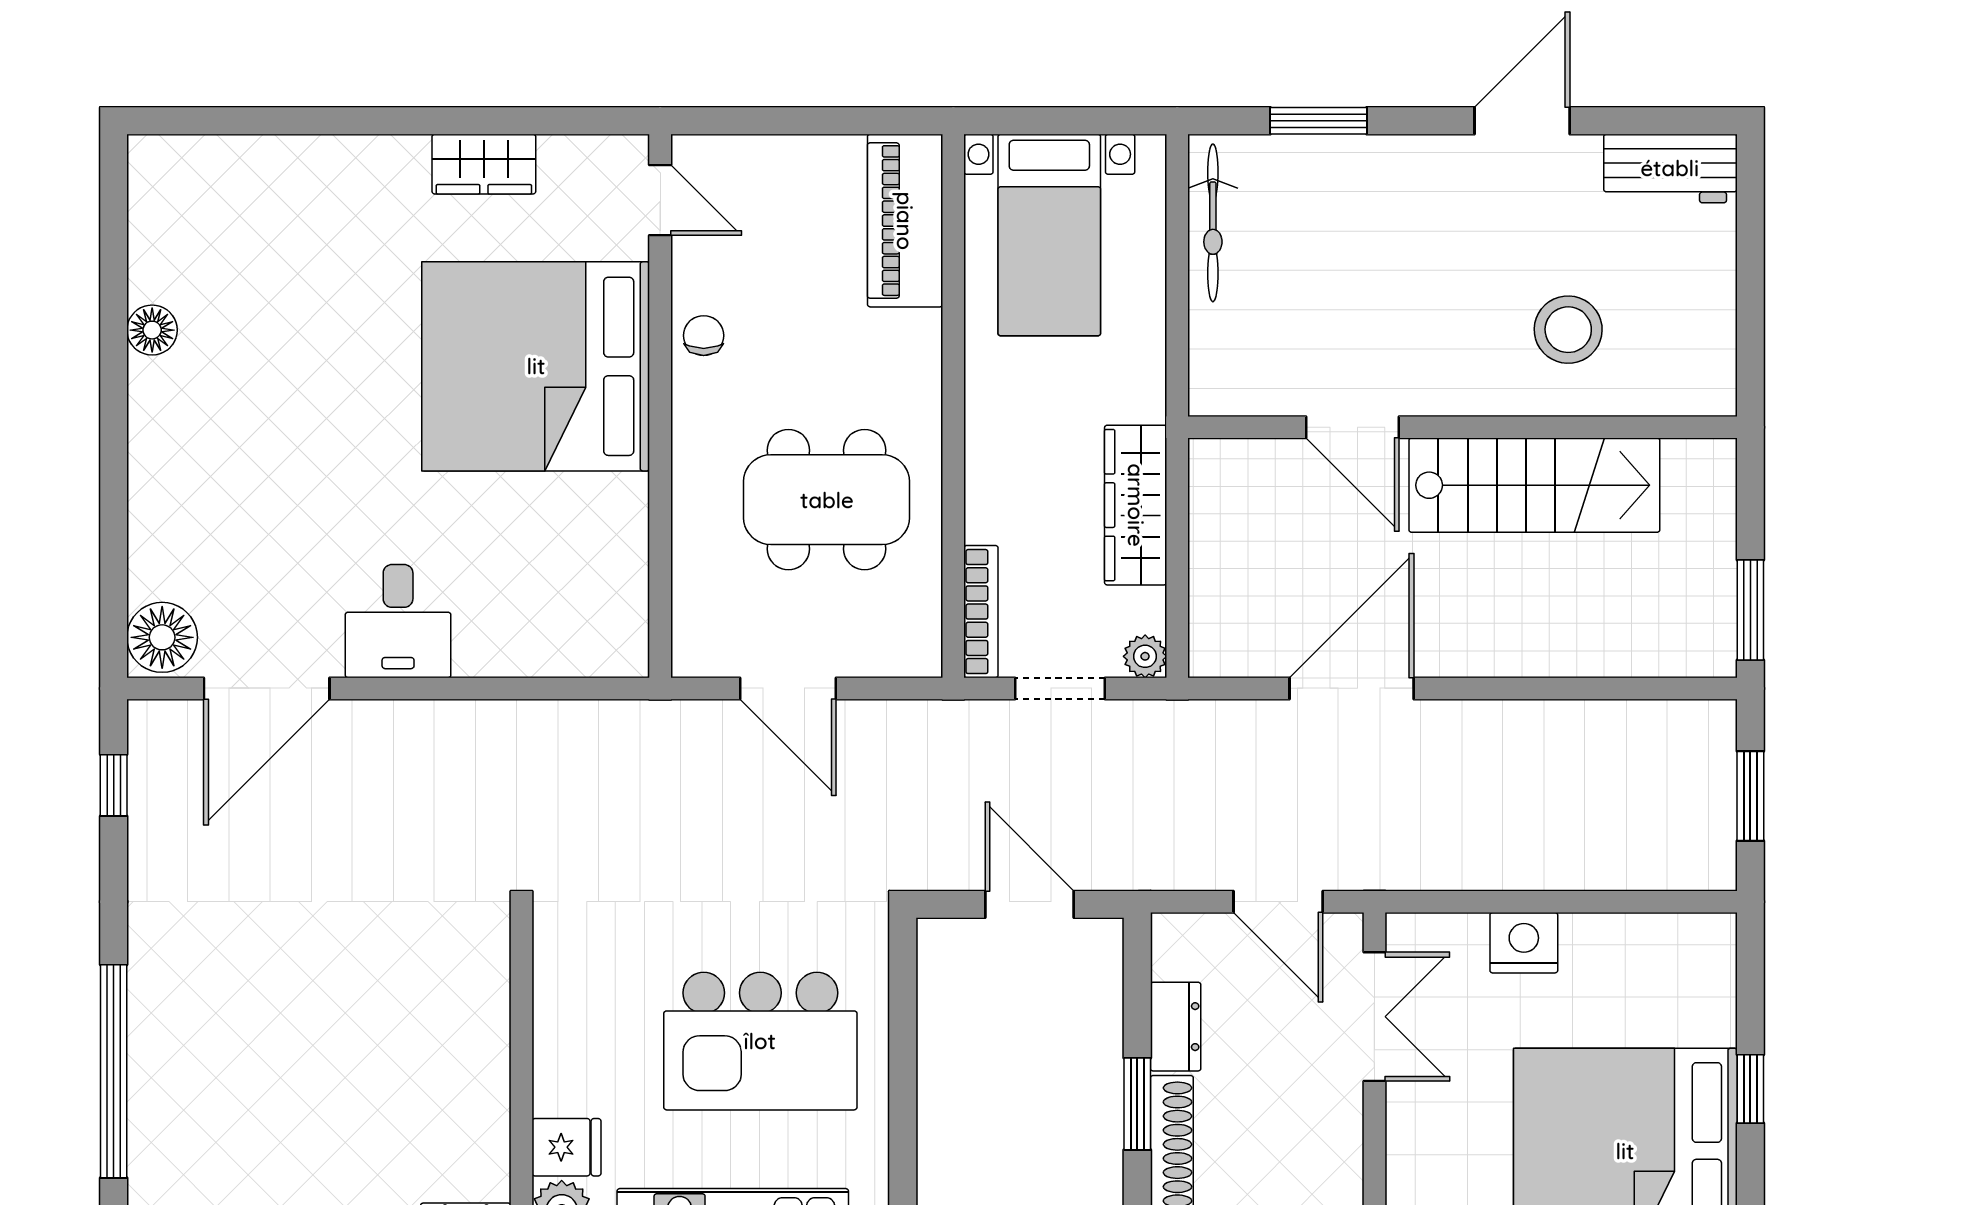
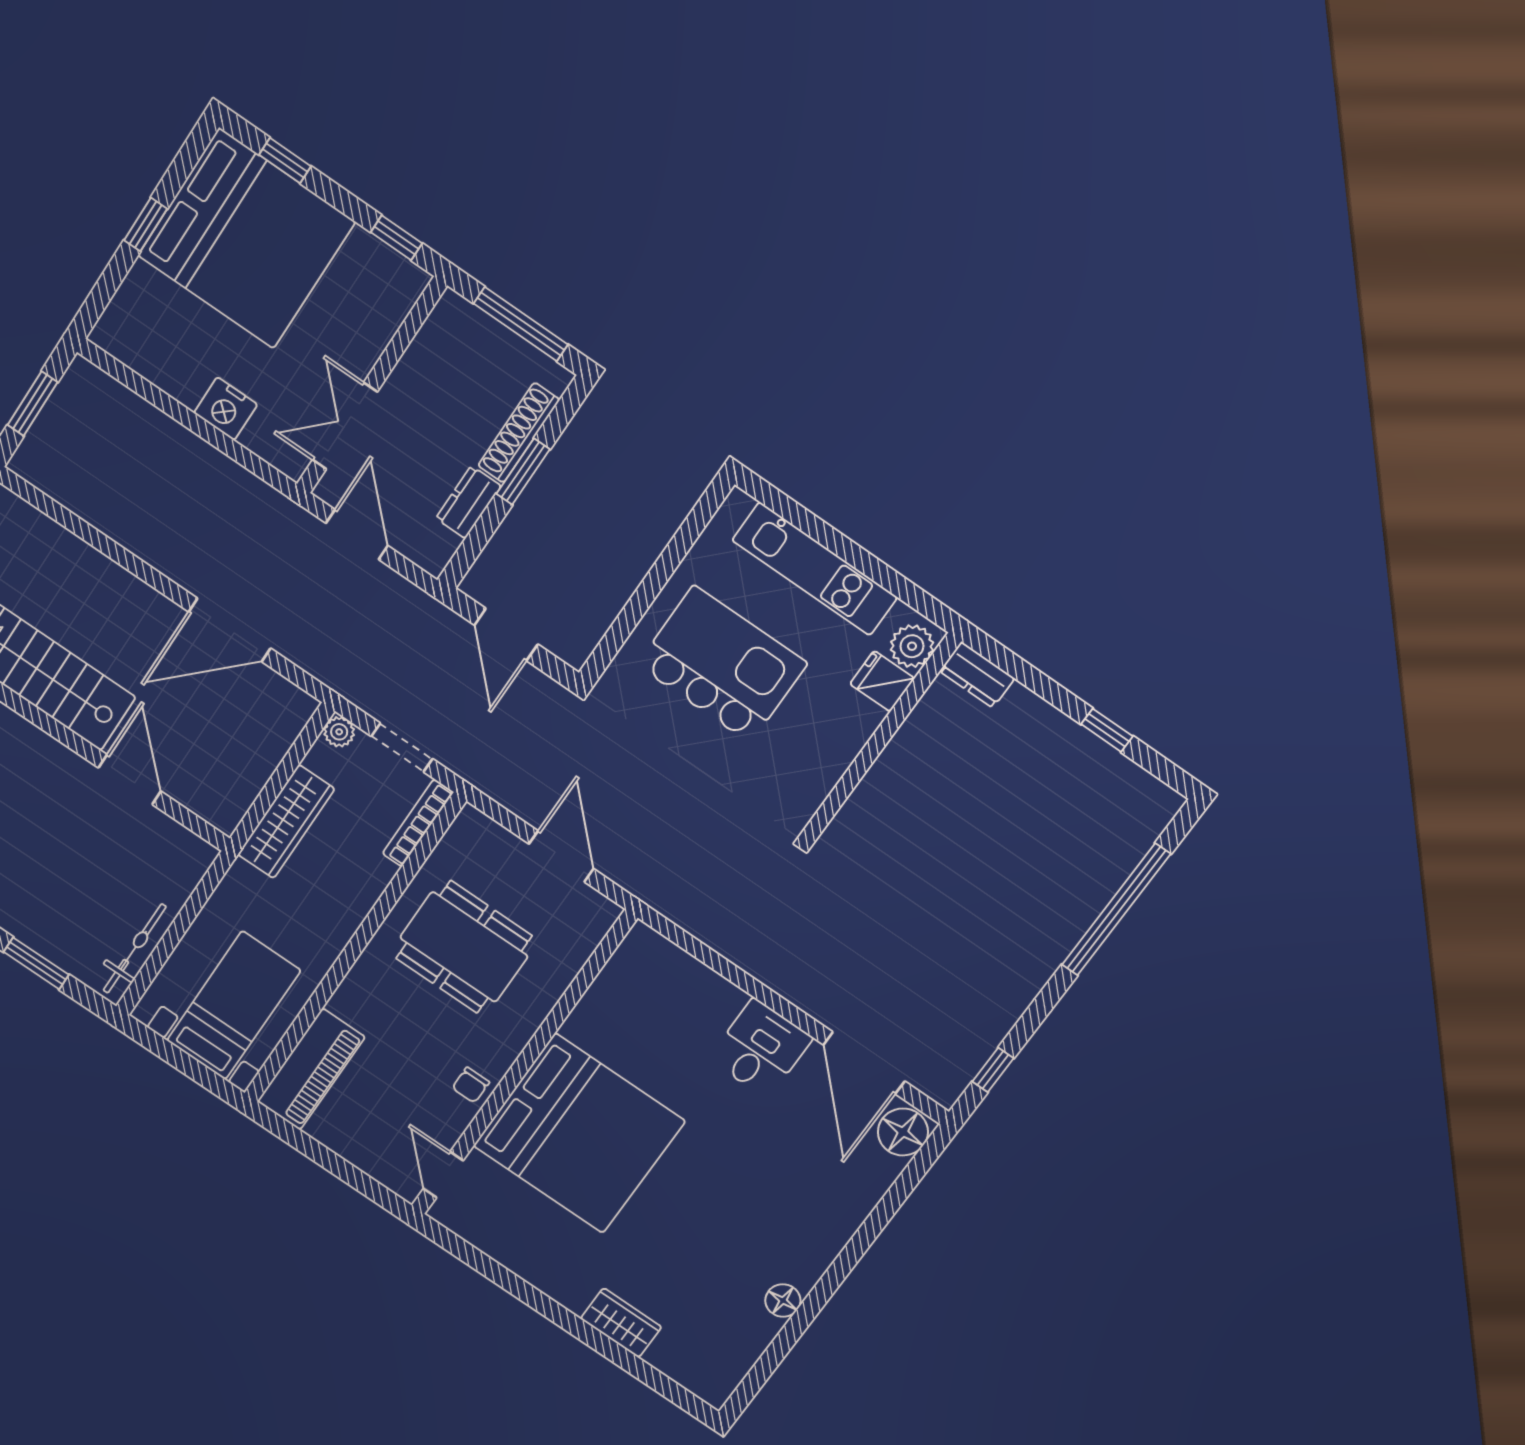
wardrobe: (484, 164) -> (621, 1323), moved
door: (267, 688) -> (864, 1063), swing flipped

